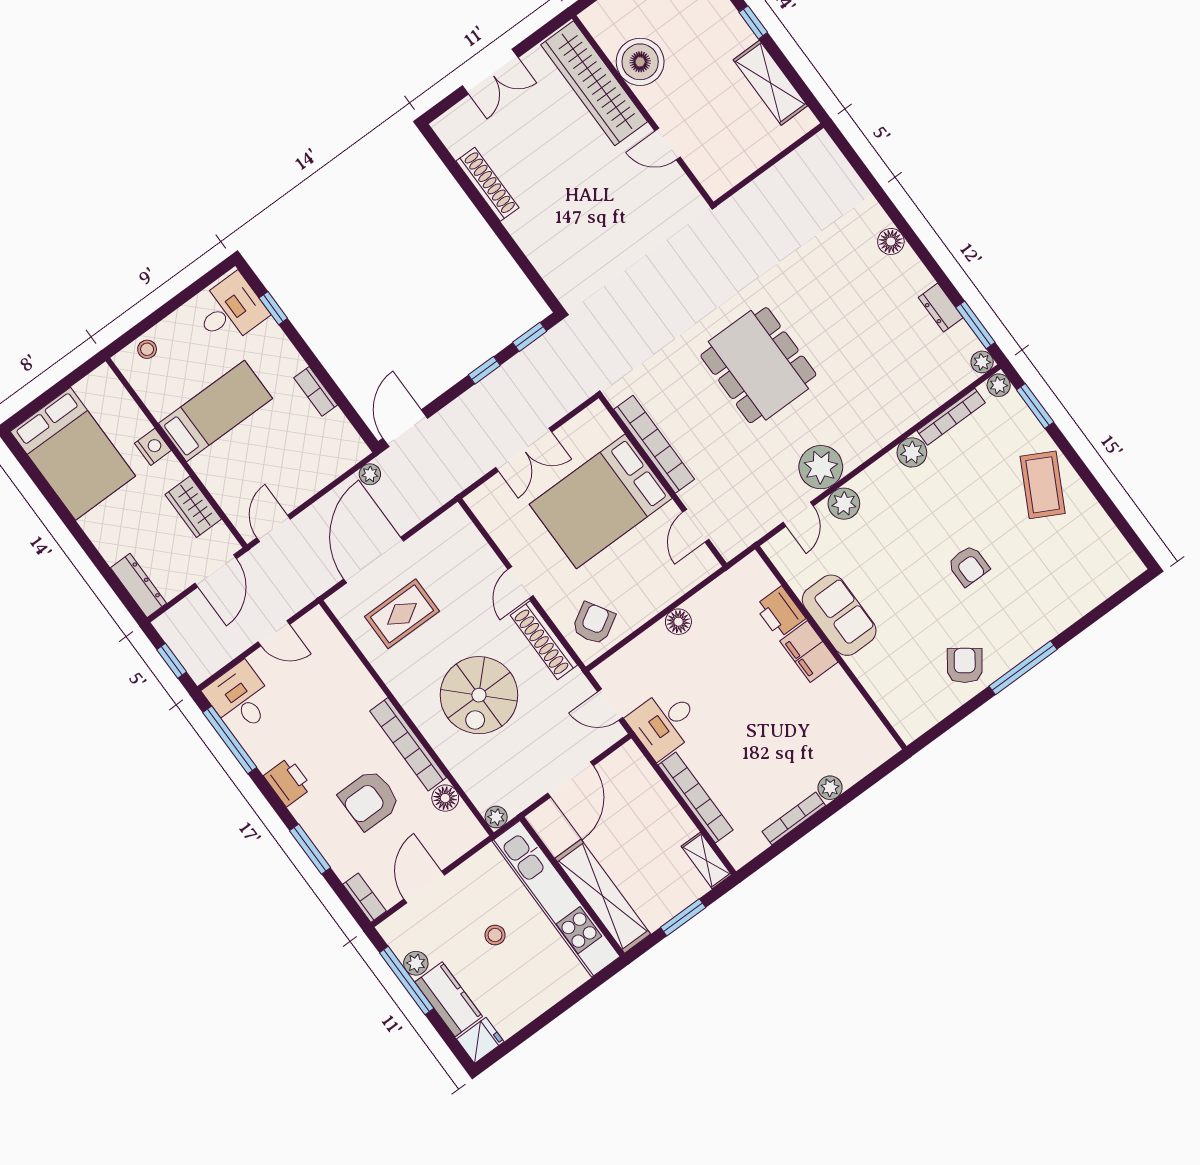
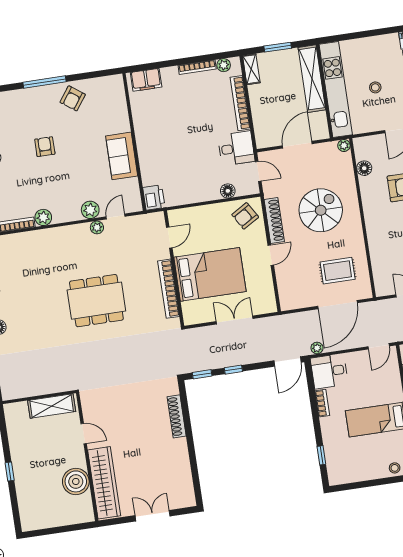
shelving: (770, 83) -> (52, 406), moved, turned 90
shoe rack: (487, 184) -> (177, 416), moved
desk: (230, 310) -> (329, 371), moved
dining table: (758, 365) -> (96, 301), turned 90
plant: (821, 467) -> (97, 227), width x0.53, depth x0.53
printer: (780, 612) -> (154, 198), moved
floor lamp: (678, 622) -> (228, 191), moved
filing cabinet: (809, 652) -> (146, 80), moved, turned 90
bookcase: (408, 744) -> (369, 204), removed
plant: (830, 788) -> (224, 65), moved

